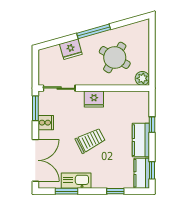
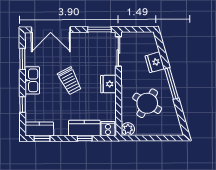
cooker: (46, 123) -> (108, 129), moved, turned 180
kitchen counter: (141, 140) -> (84, 128), moved
kitchen sink: (76, 181) -> (32, 80), moved

